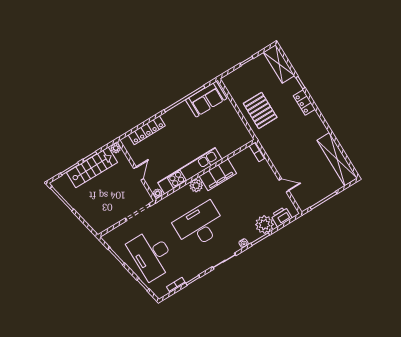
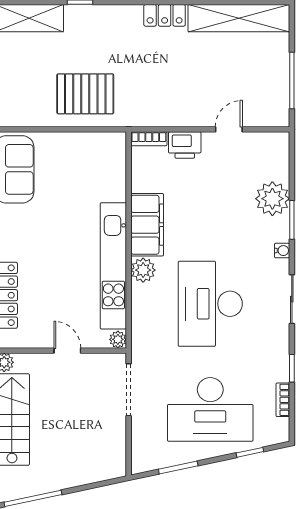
locker: (304, 102) -> (165, 15), moved
printer: (281, 216) -> (185, 145), moved, turned -90

